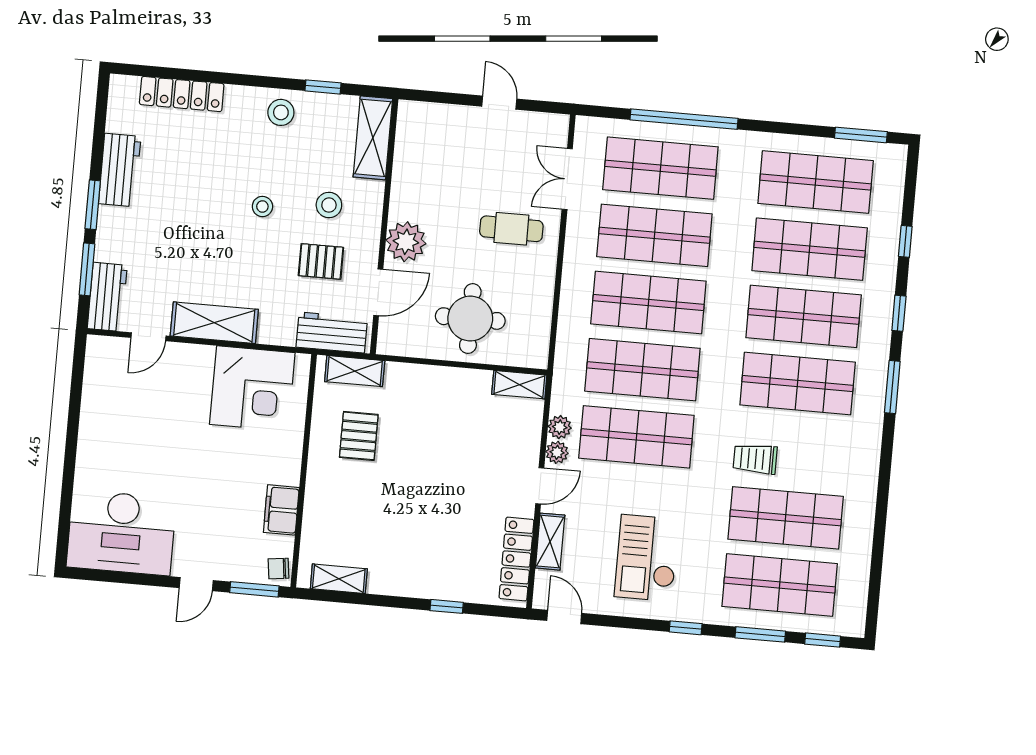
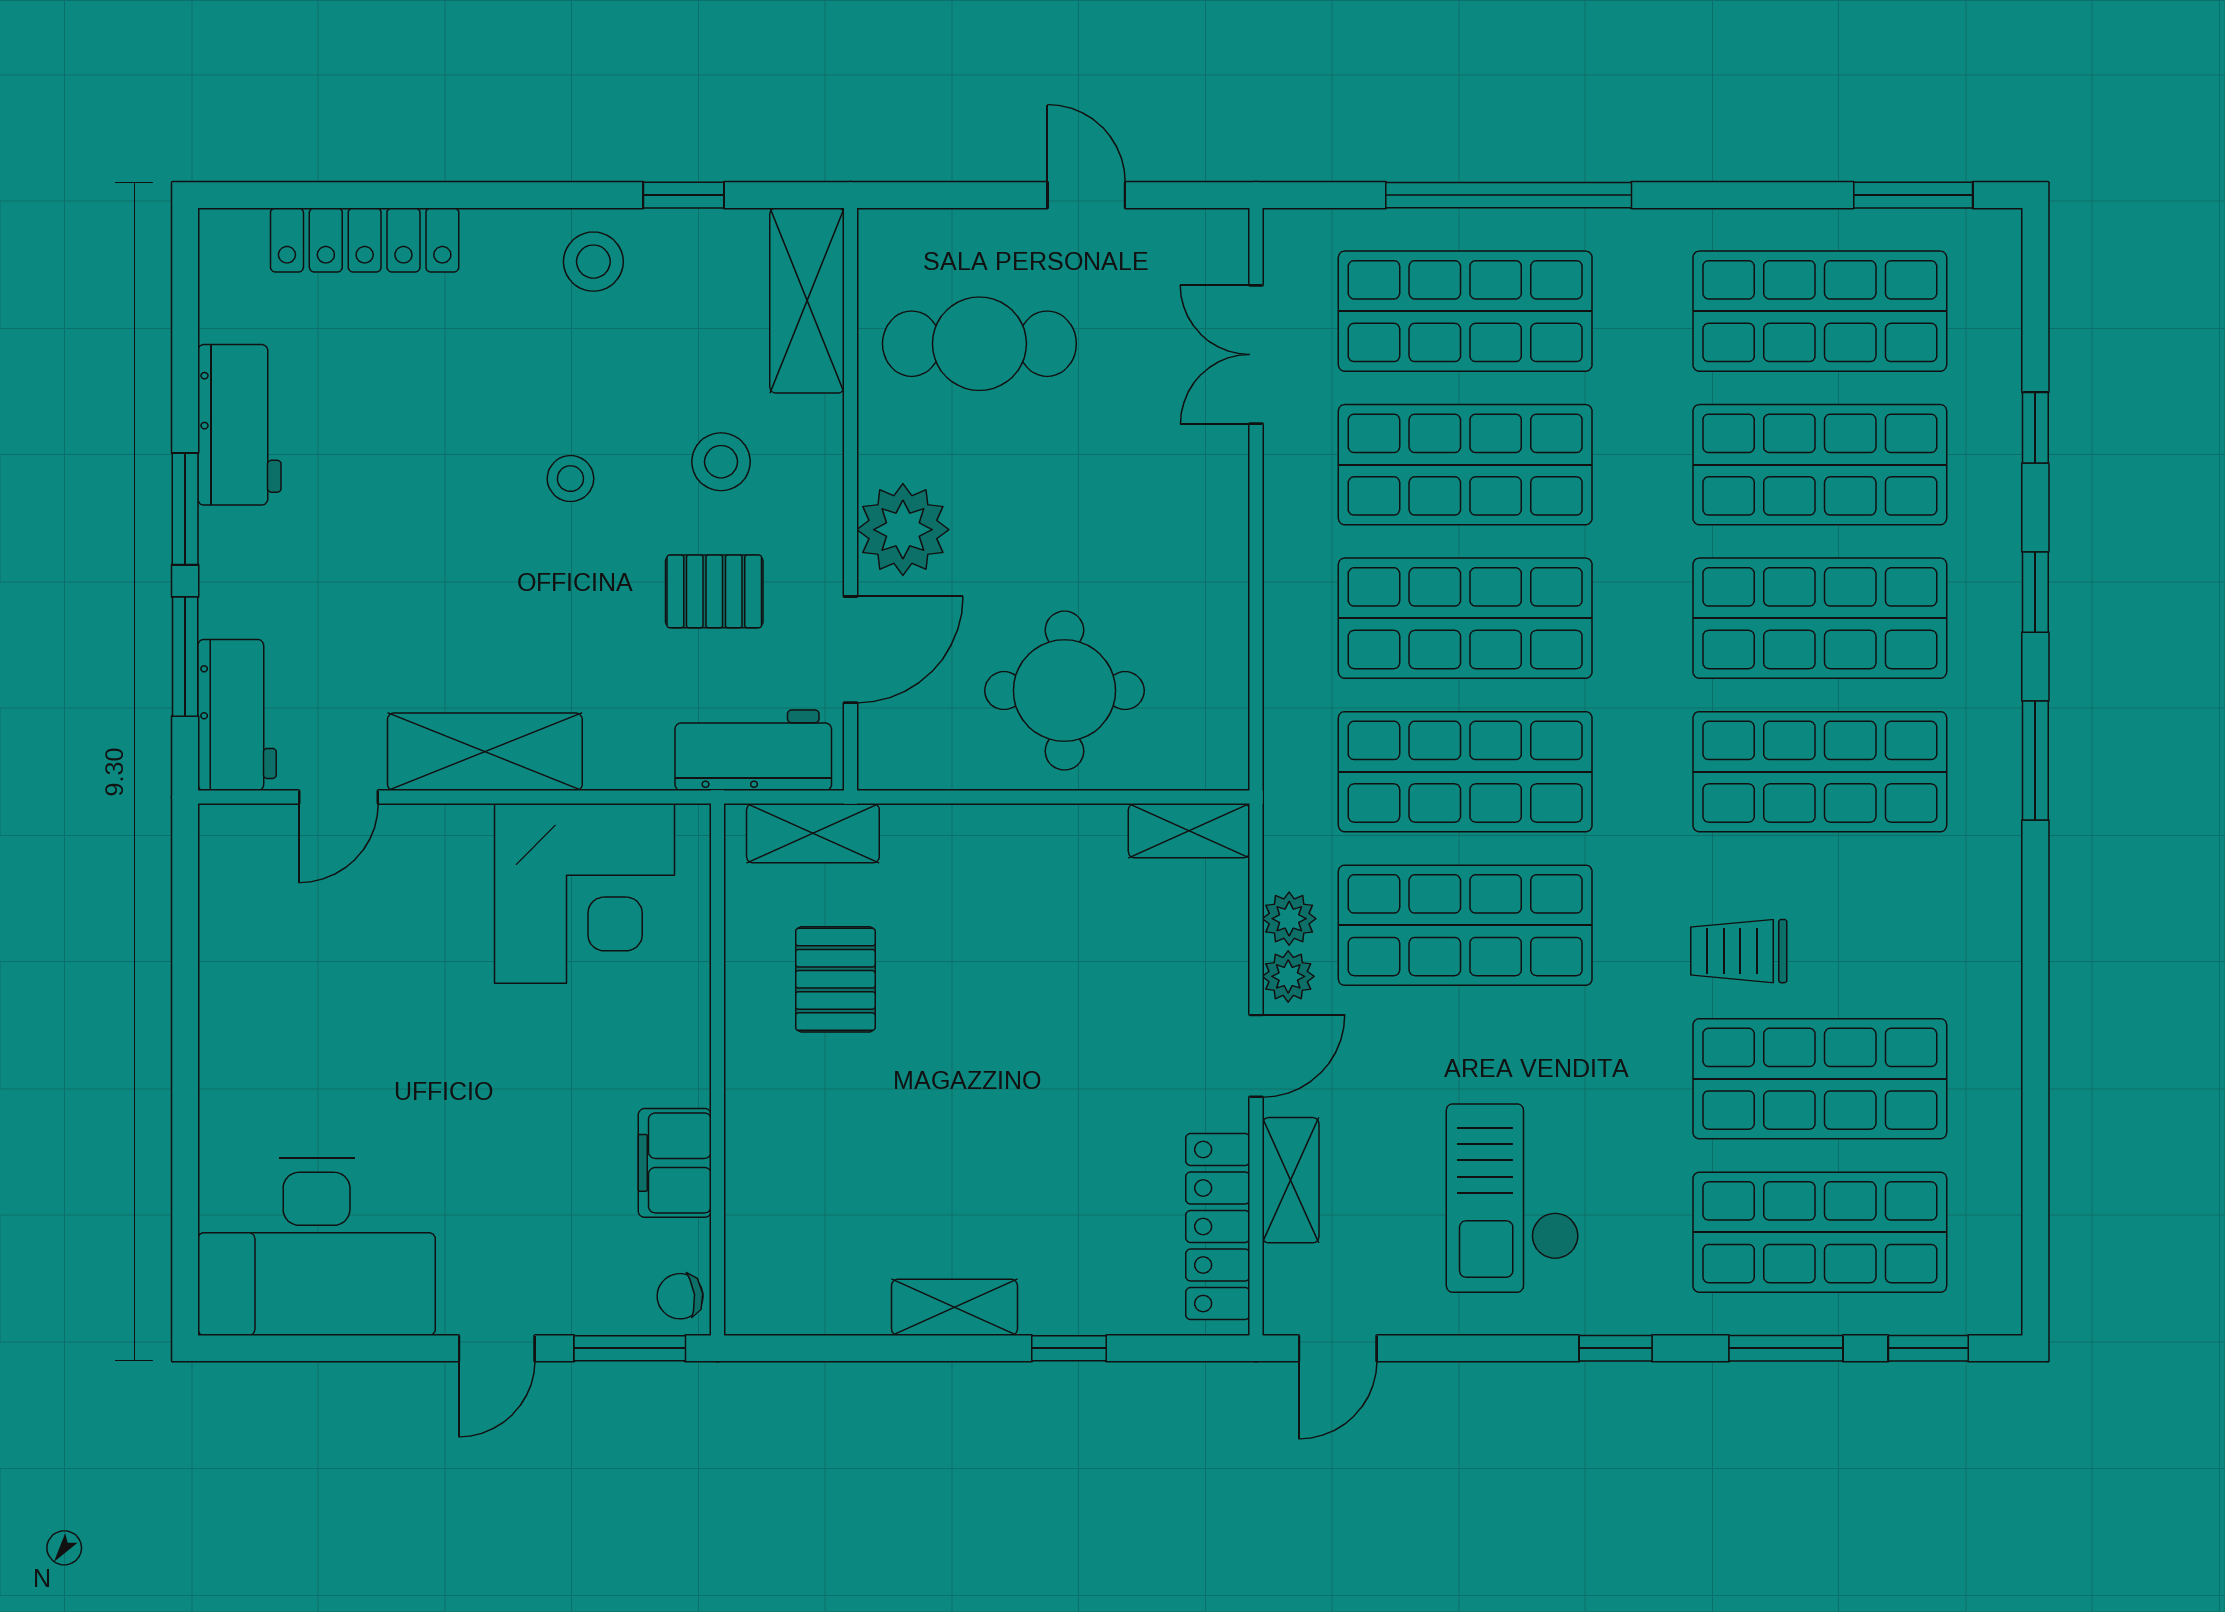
cafe table: (511, 229) -> (979, 344), moved, width x1.37, depth x1.35
shelving: (339, 579) -> (954, 1307), moved
door: (564, 617) -> (1338, 1348), swing flipped

